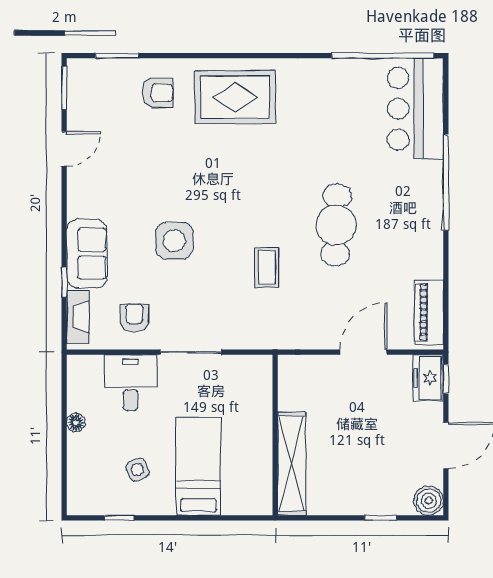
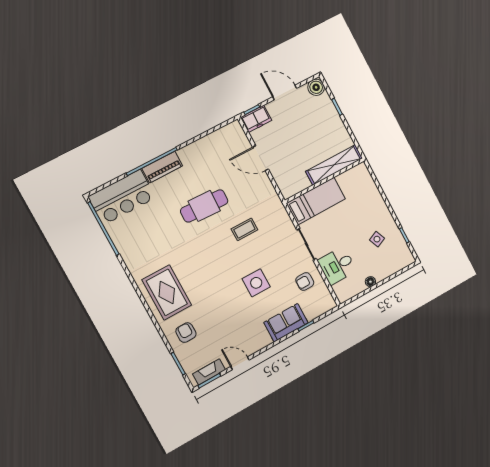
piano: (429, 312) -> (162, 167), moved
fireplace: (78, 317) -> (209, 372), moved
bed: (198, 466) -> (316, 201), moved, turned 180

